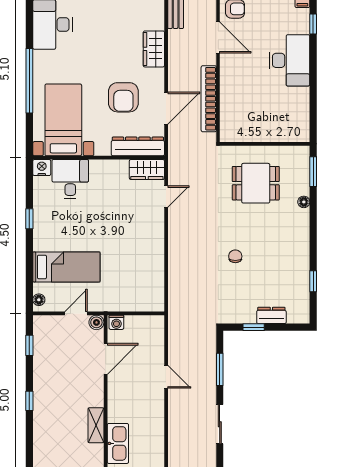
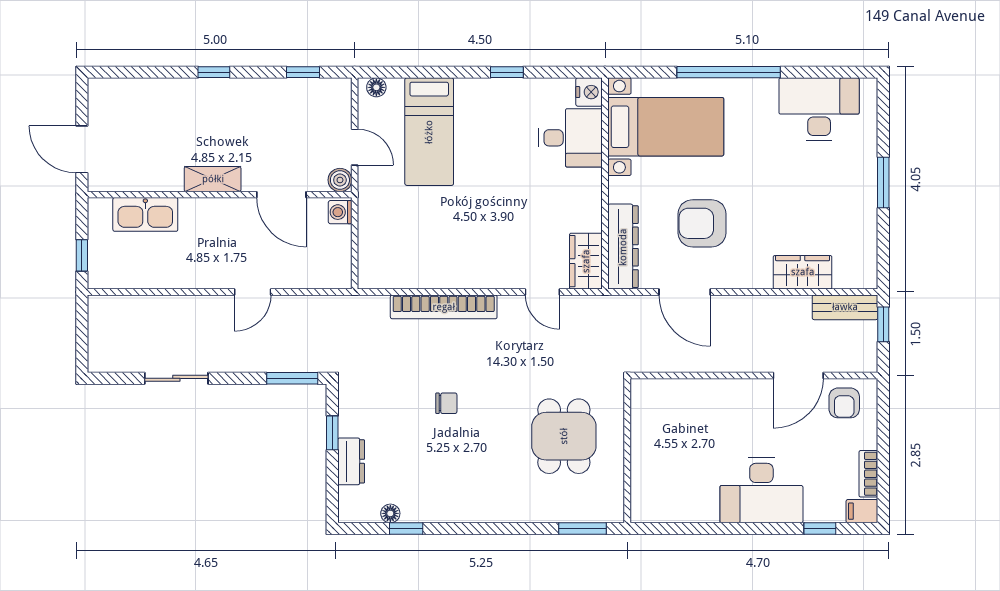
wardrobe: (154, 49) -> (803, 272), moved
bookcase: (209, 99) -> (444, 307), moved, turned 180
floor lamp: (304, 202) -> (390, 513), moved
window: (220, 369) -> (292, 378), moved
shelving: (96, 425) -> (213, 179), moved

